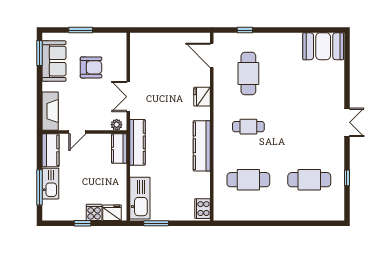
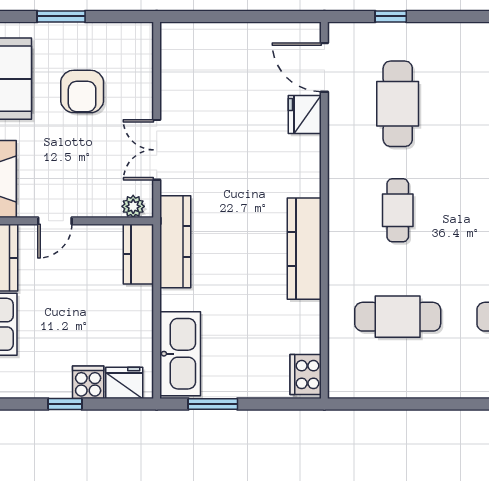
armchair: (91, 67) -> (82, 91), turned 90
fridge: (202, 97) -> (305, 114), moved
cafe table: (248, 127) -> (398, 210), turned 90

